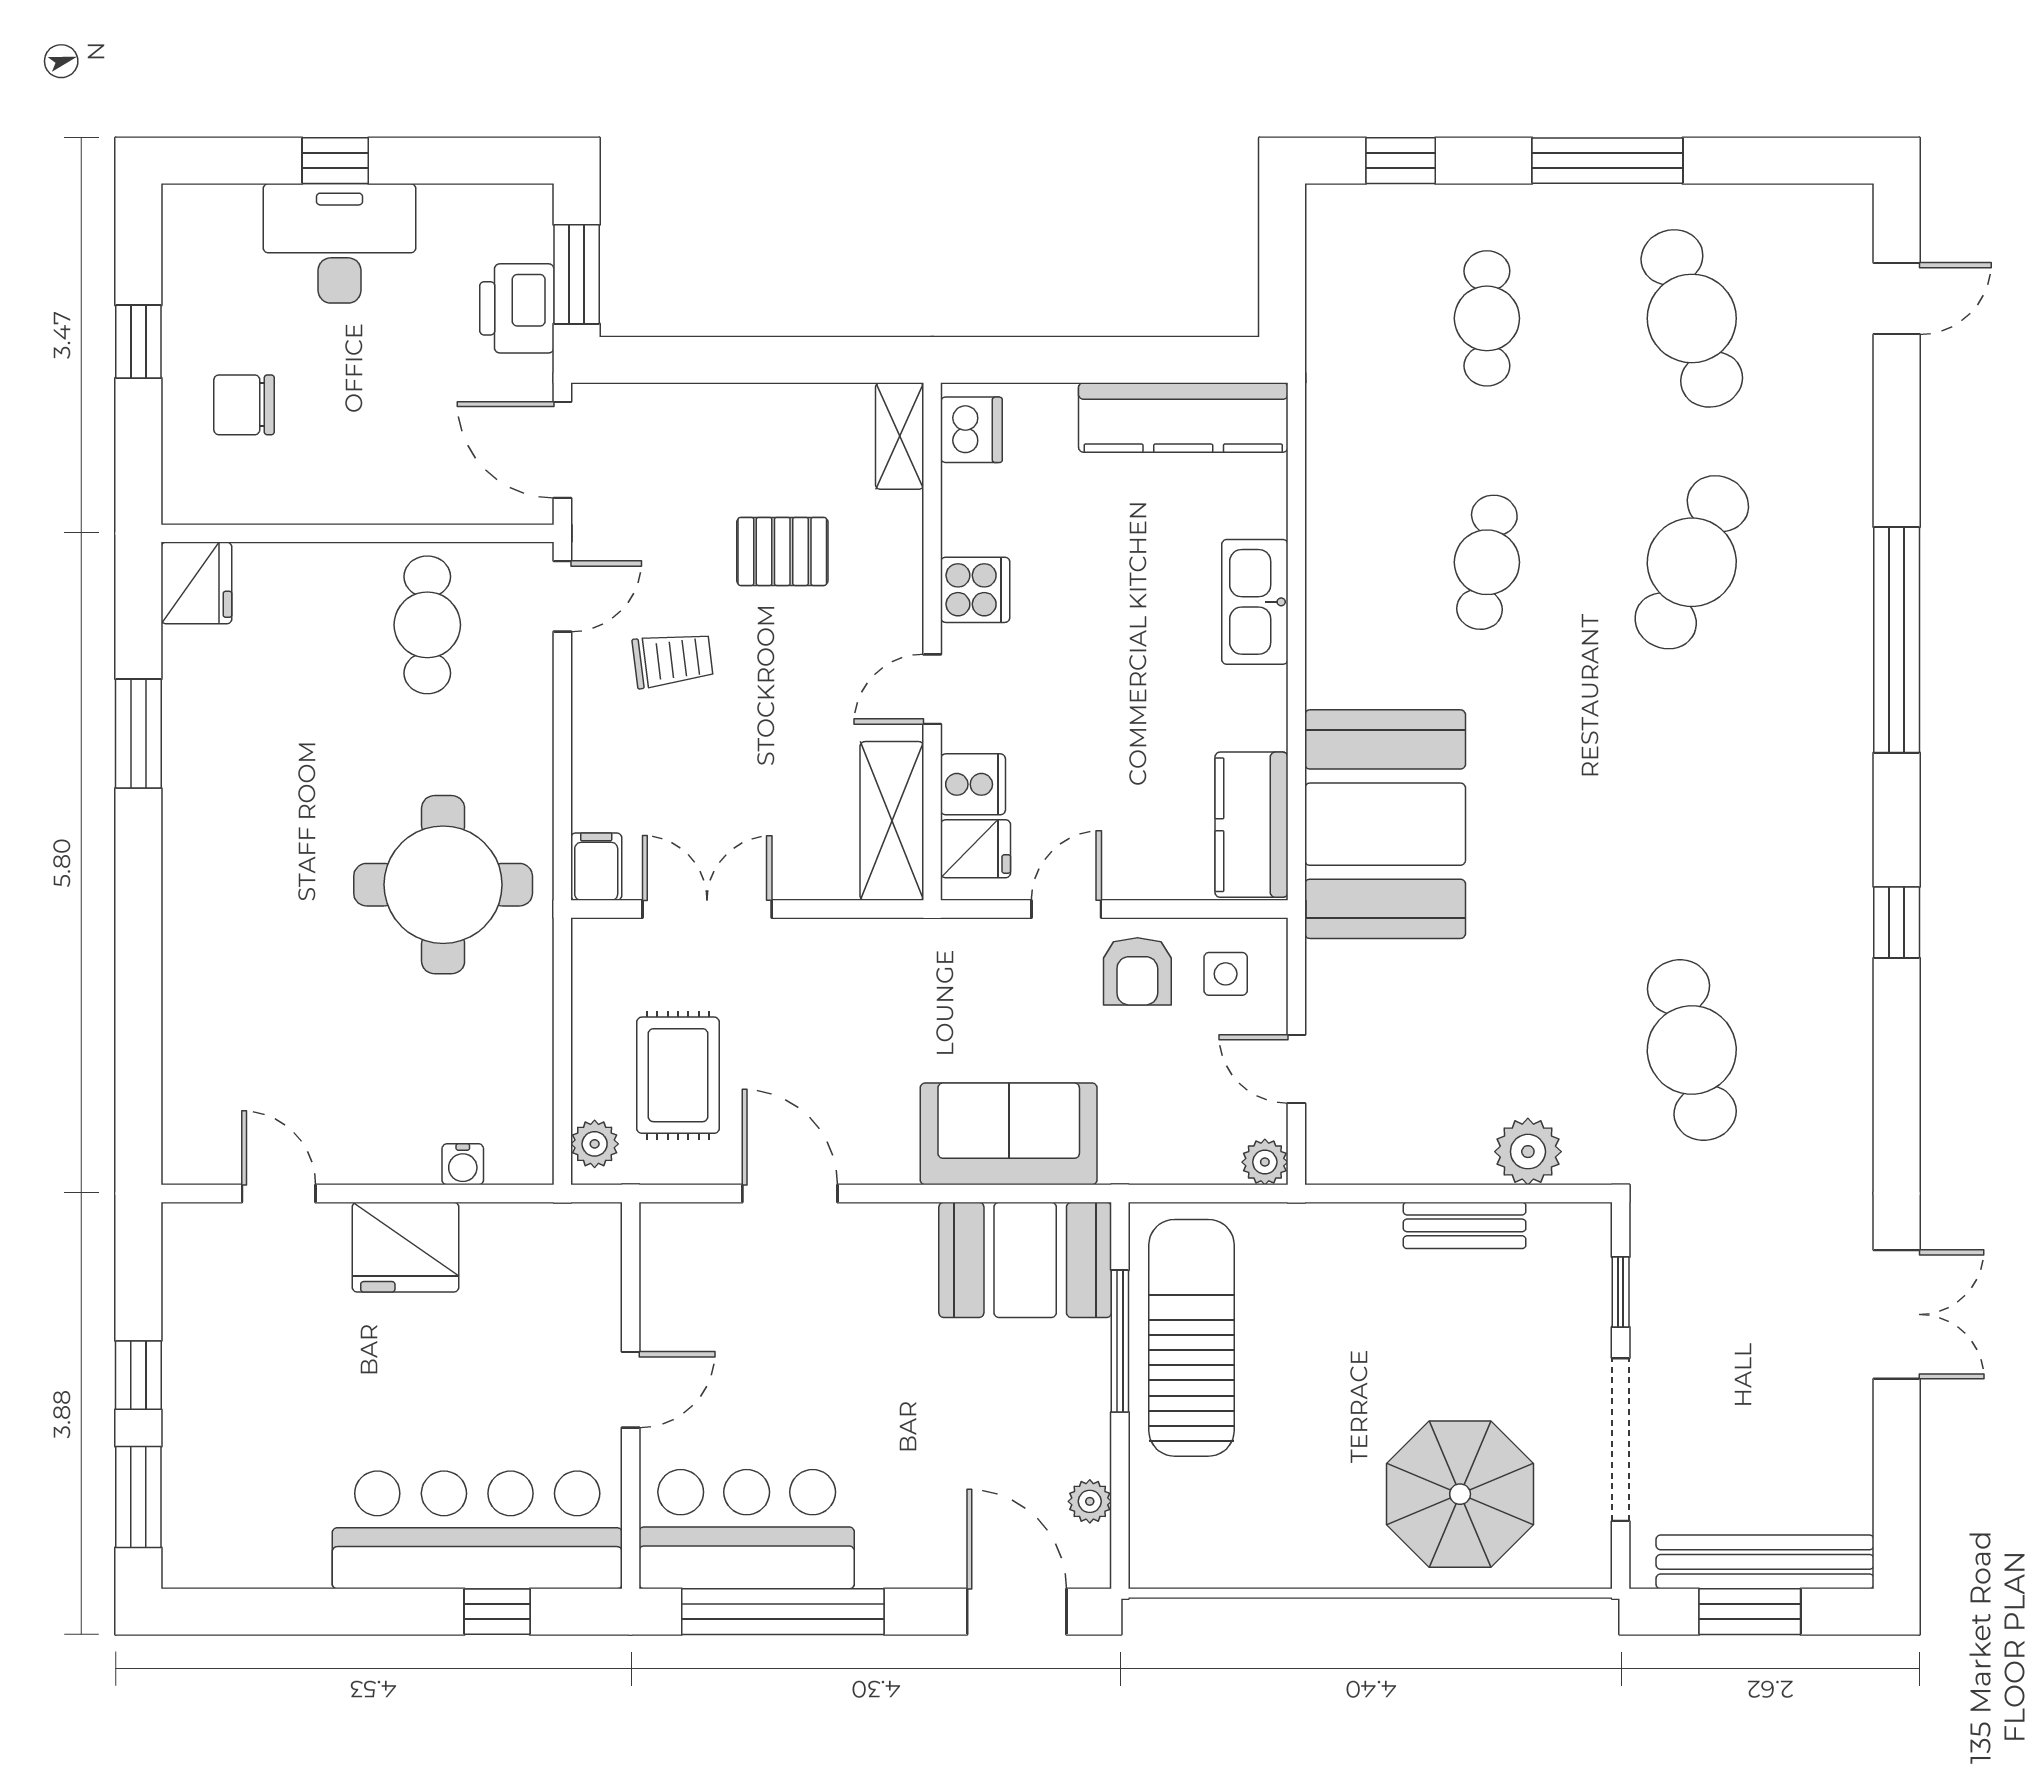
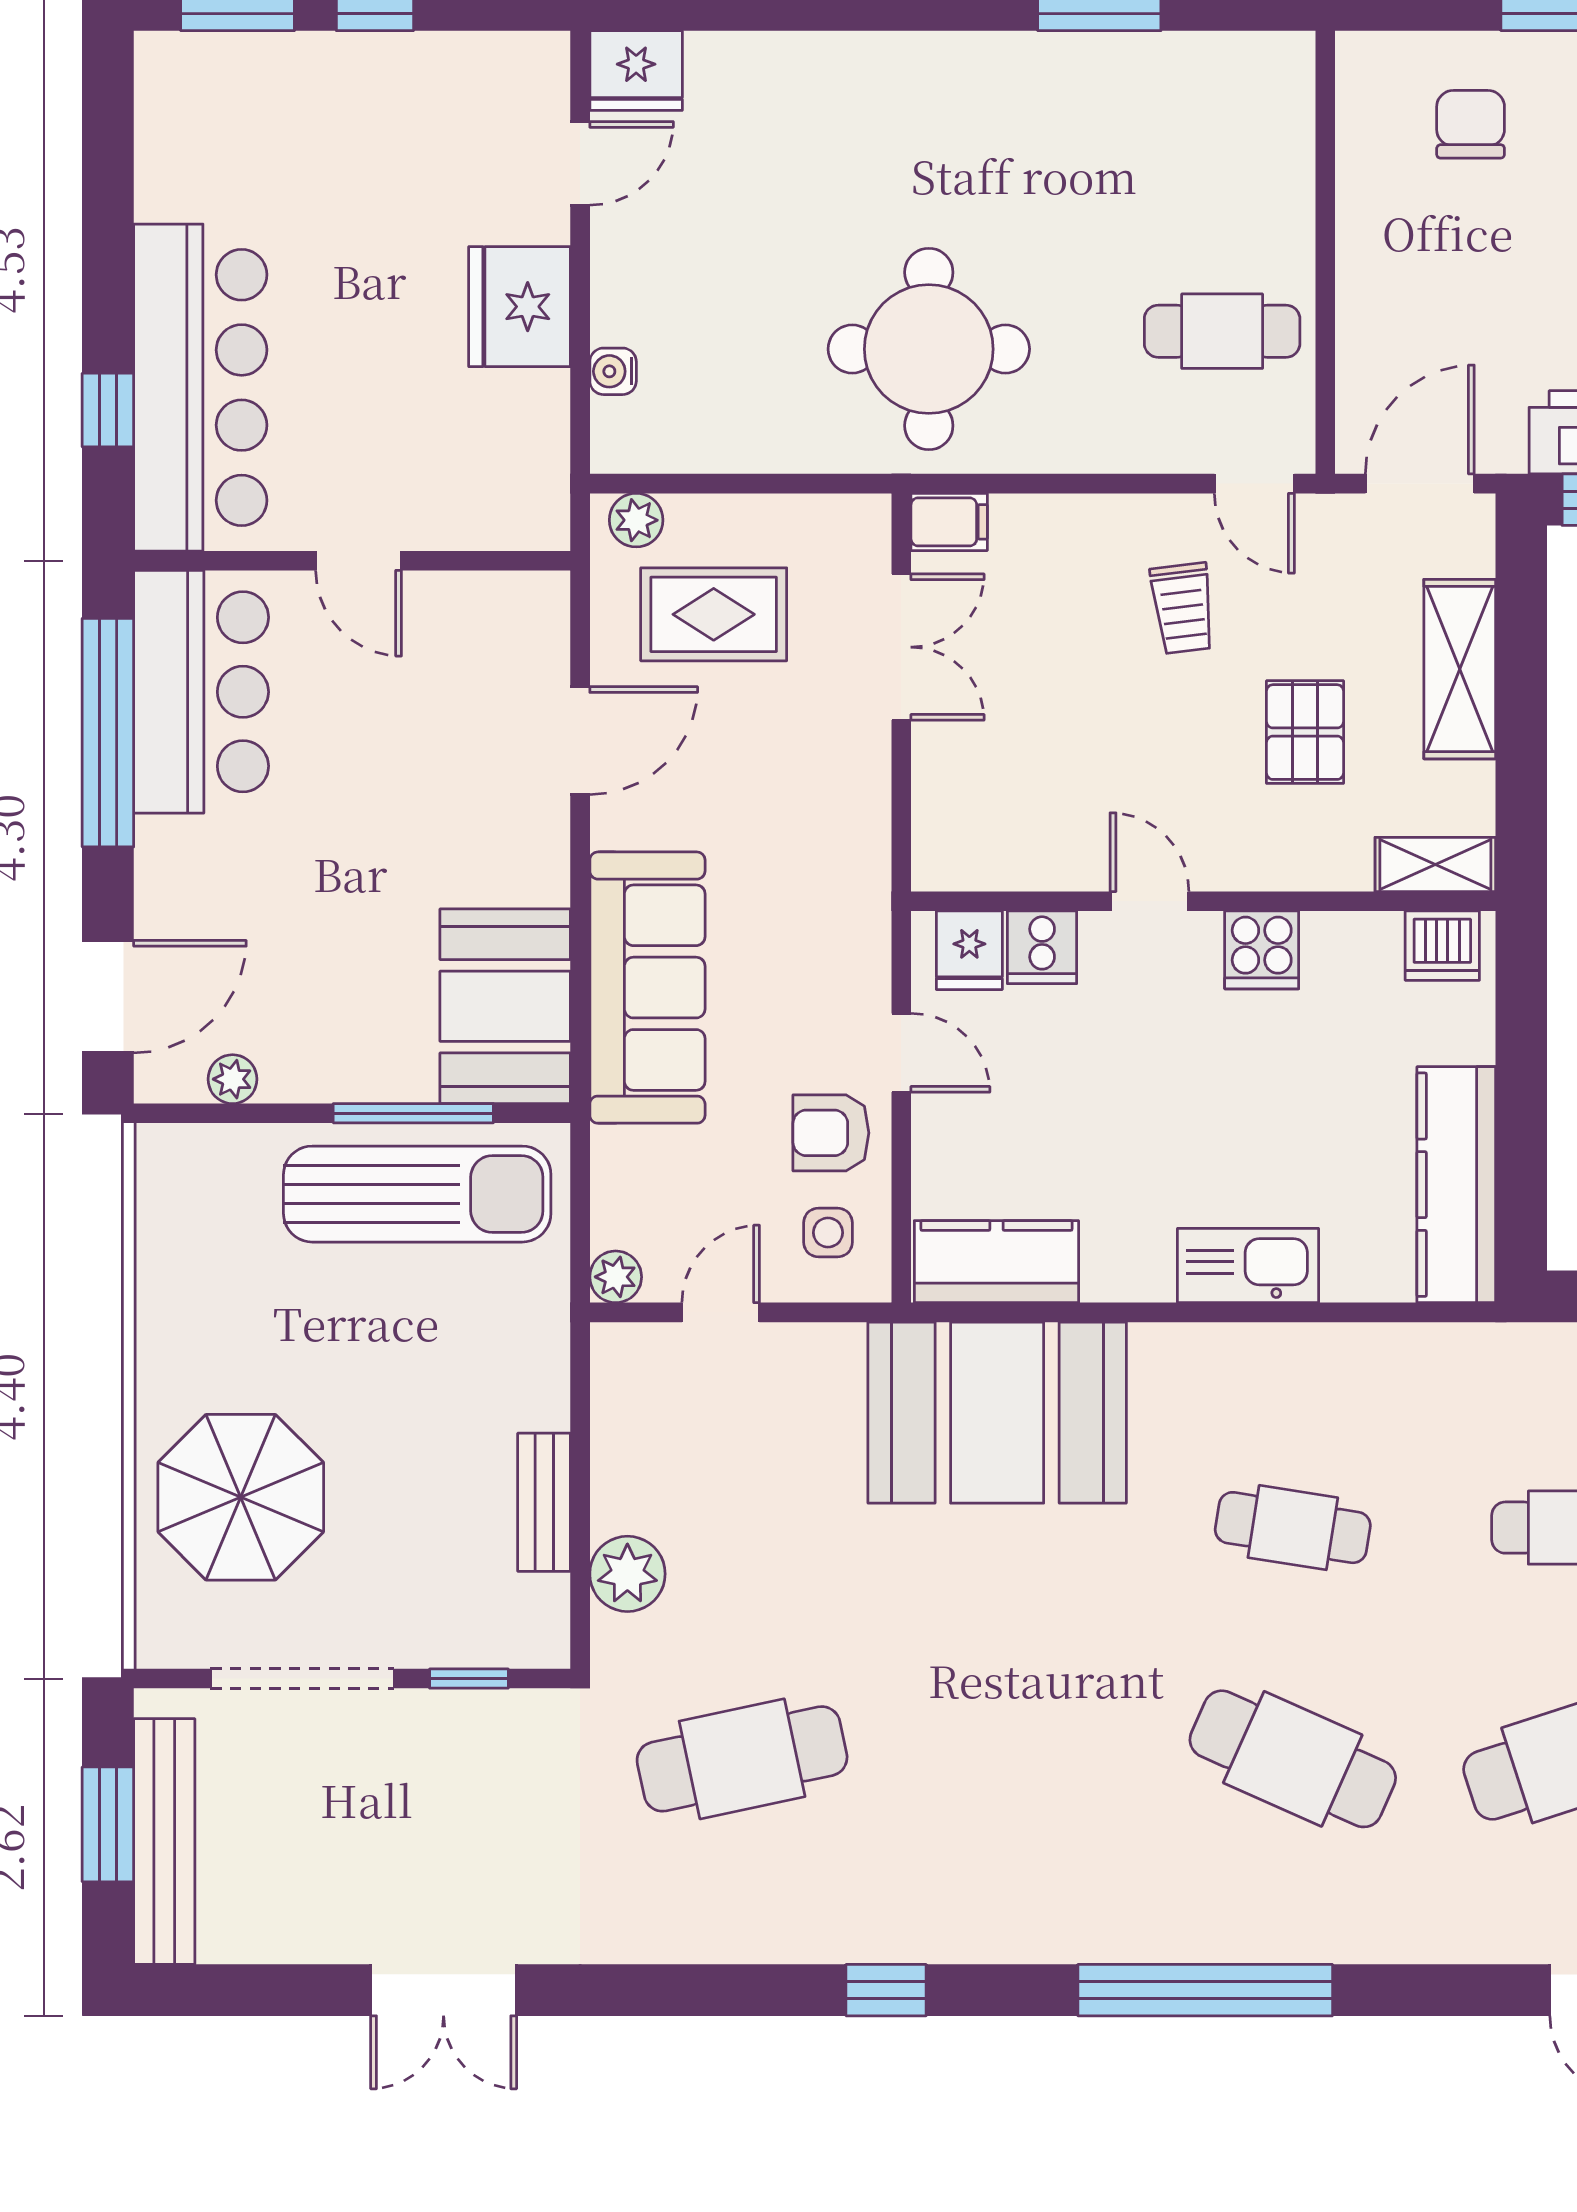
fridge: (196, 583) -> (636, 71), moved
shelving: (892, 821) -> (1460, 669), moved, turned 90
sofa: (1009, 1134) -> (647, 988), width x1.36

